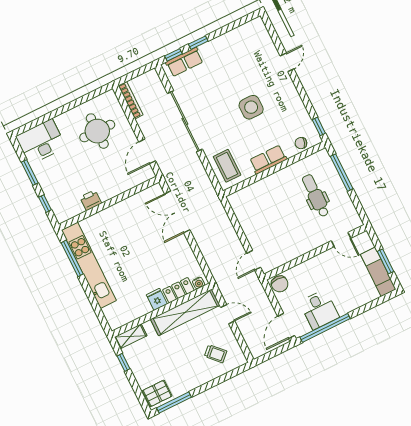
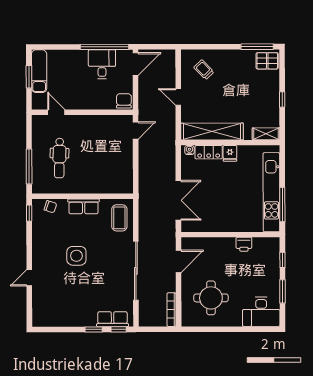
water cooler: (199, 283) -> (189, 150), moved
locker: (178, 290) -> (209, 152), moved
fridge: (157, 299) -> (230, 153), moved
wall: (162, 310) -> (230, 143), moved
shelving: (185, 312) -> (212, 132), moved
shelving: (131, 336) -> (266, 134), moved

